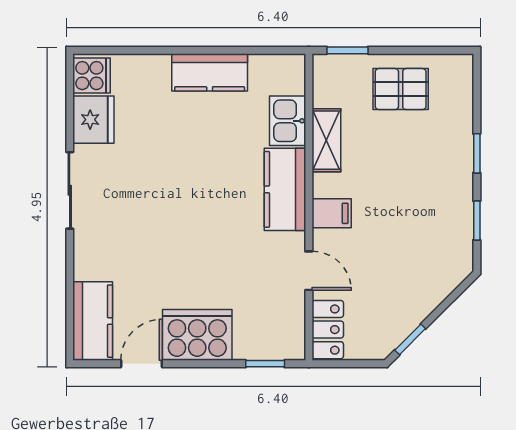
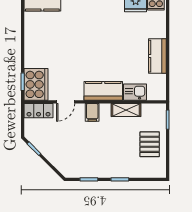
cooker: (197, 335) -> (36, 84), moved
door: (141, 364) -> (23, 25), removed

